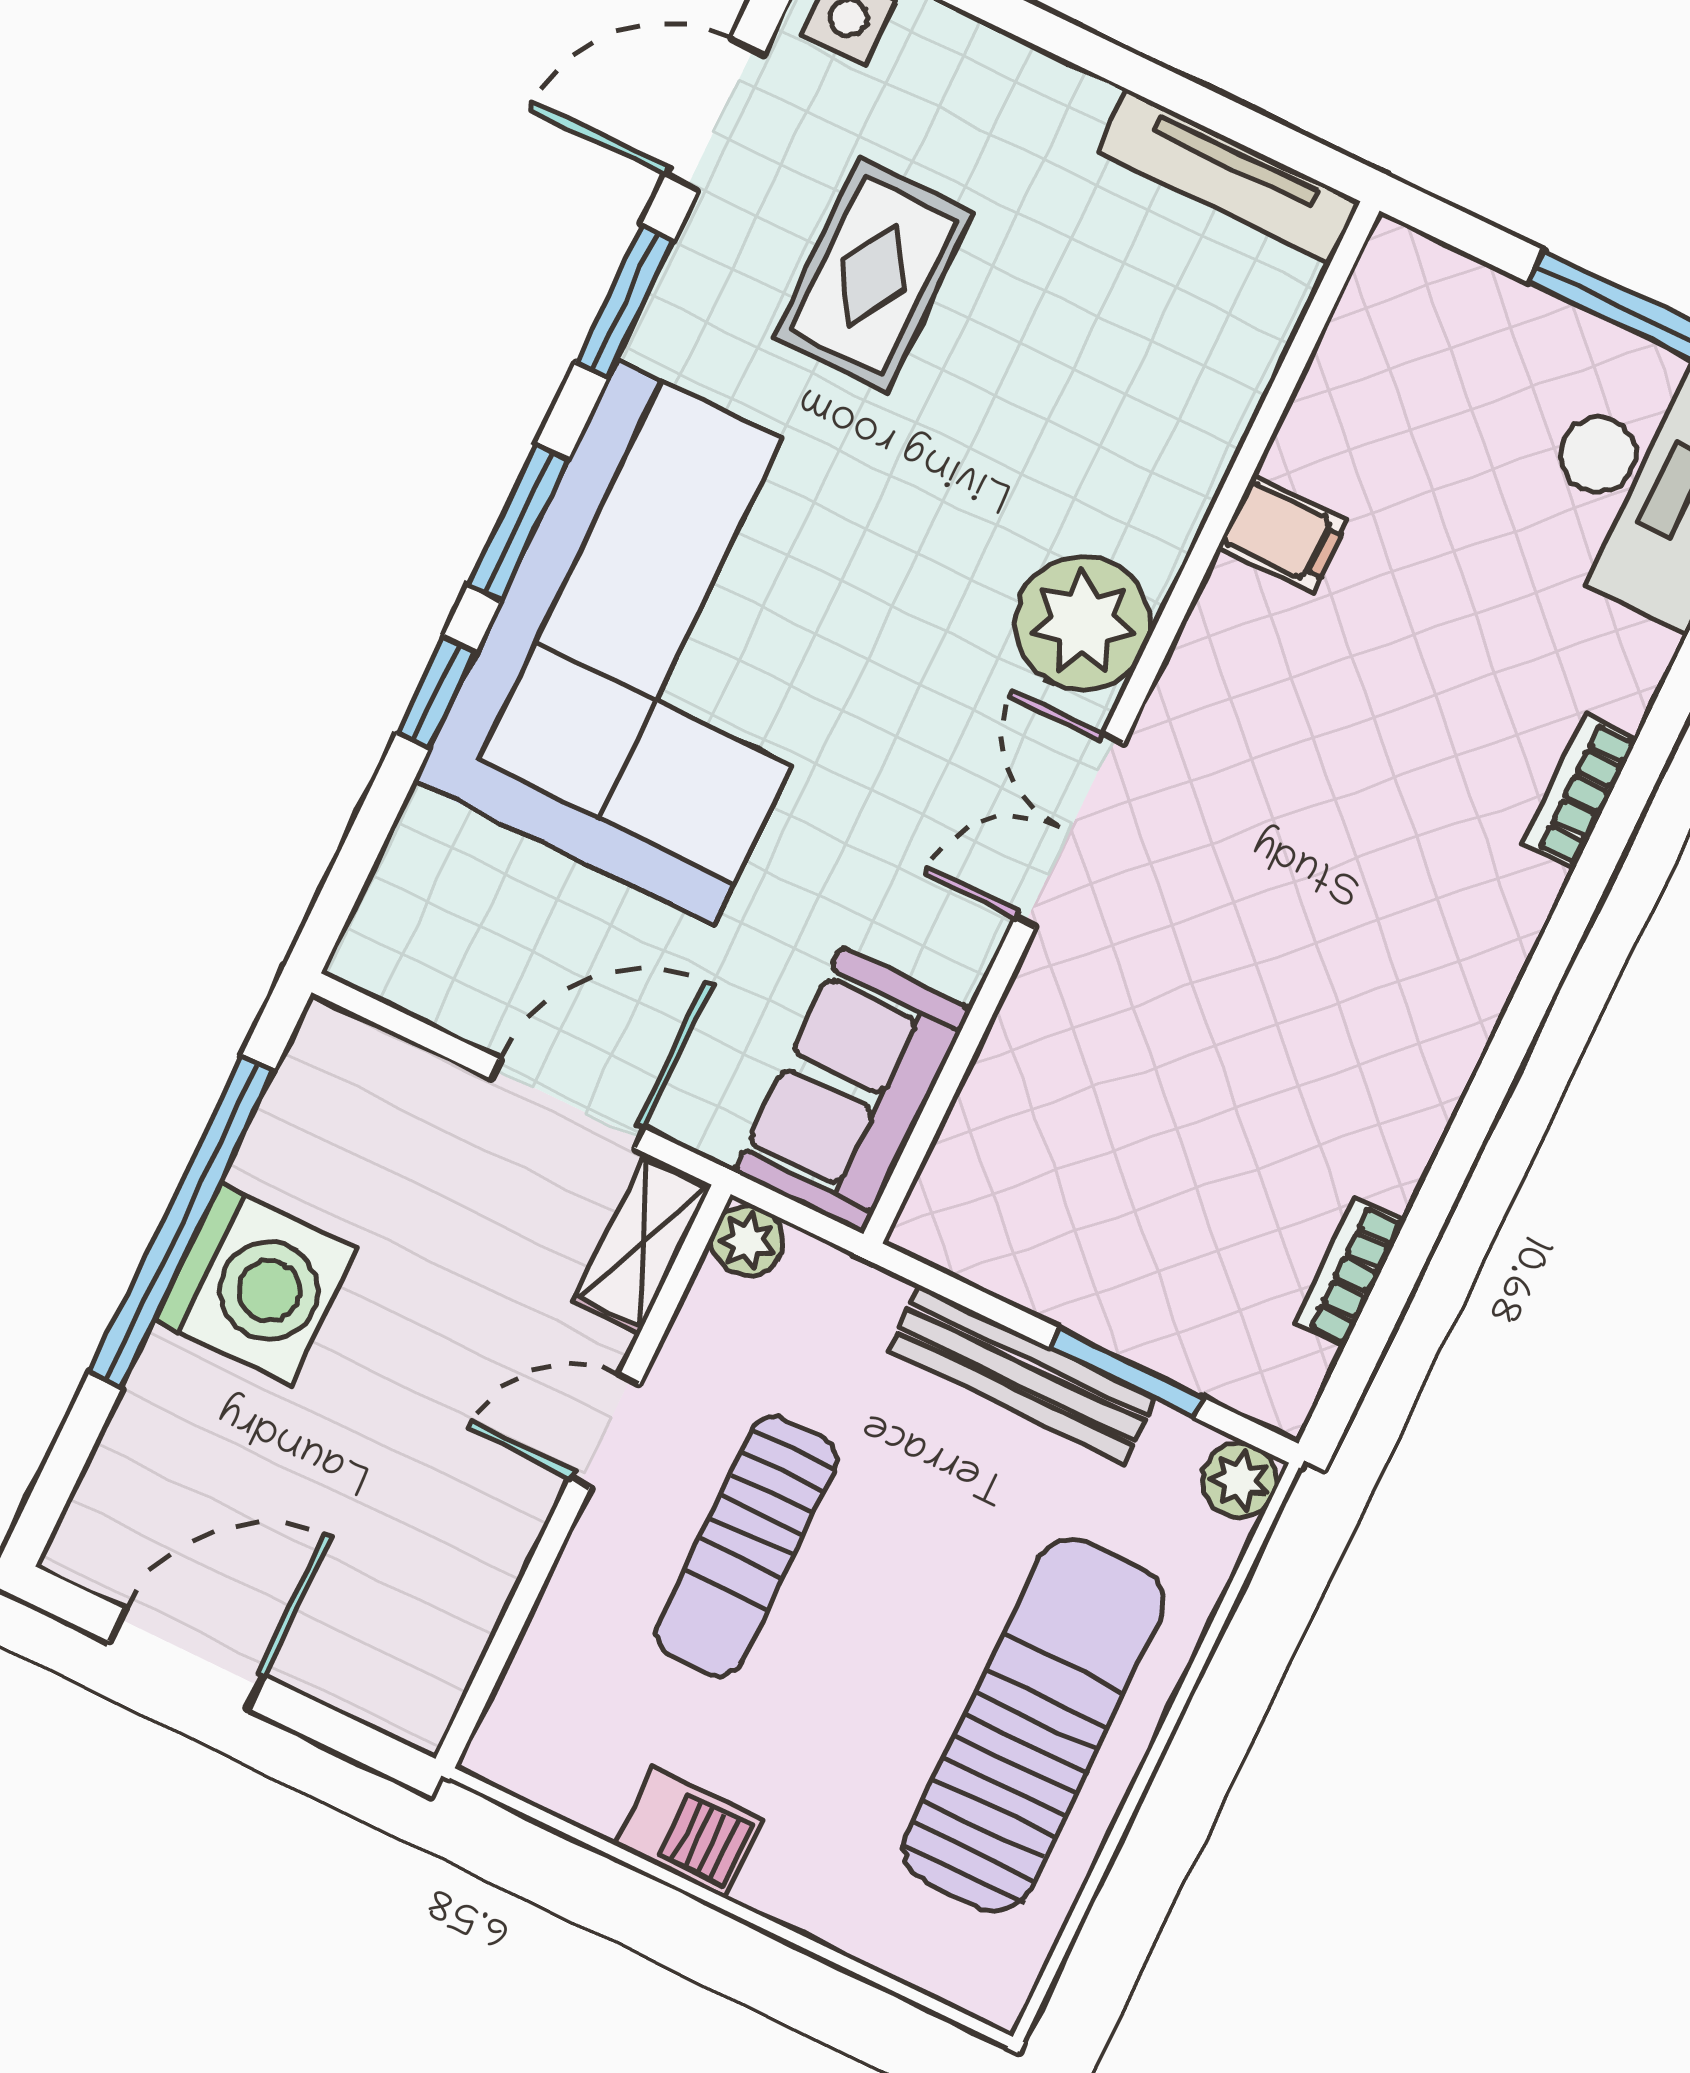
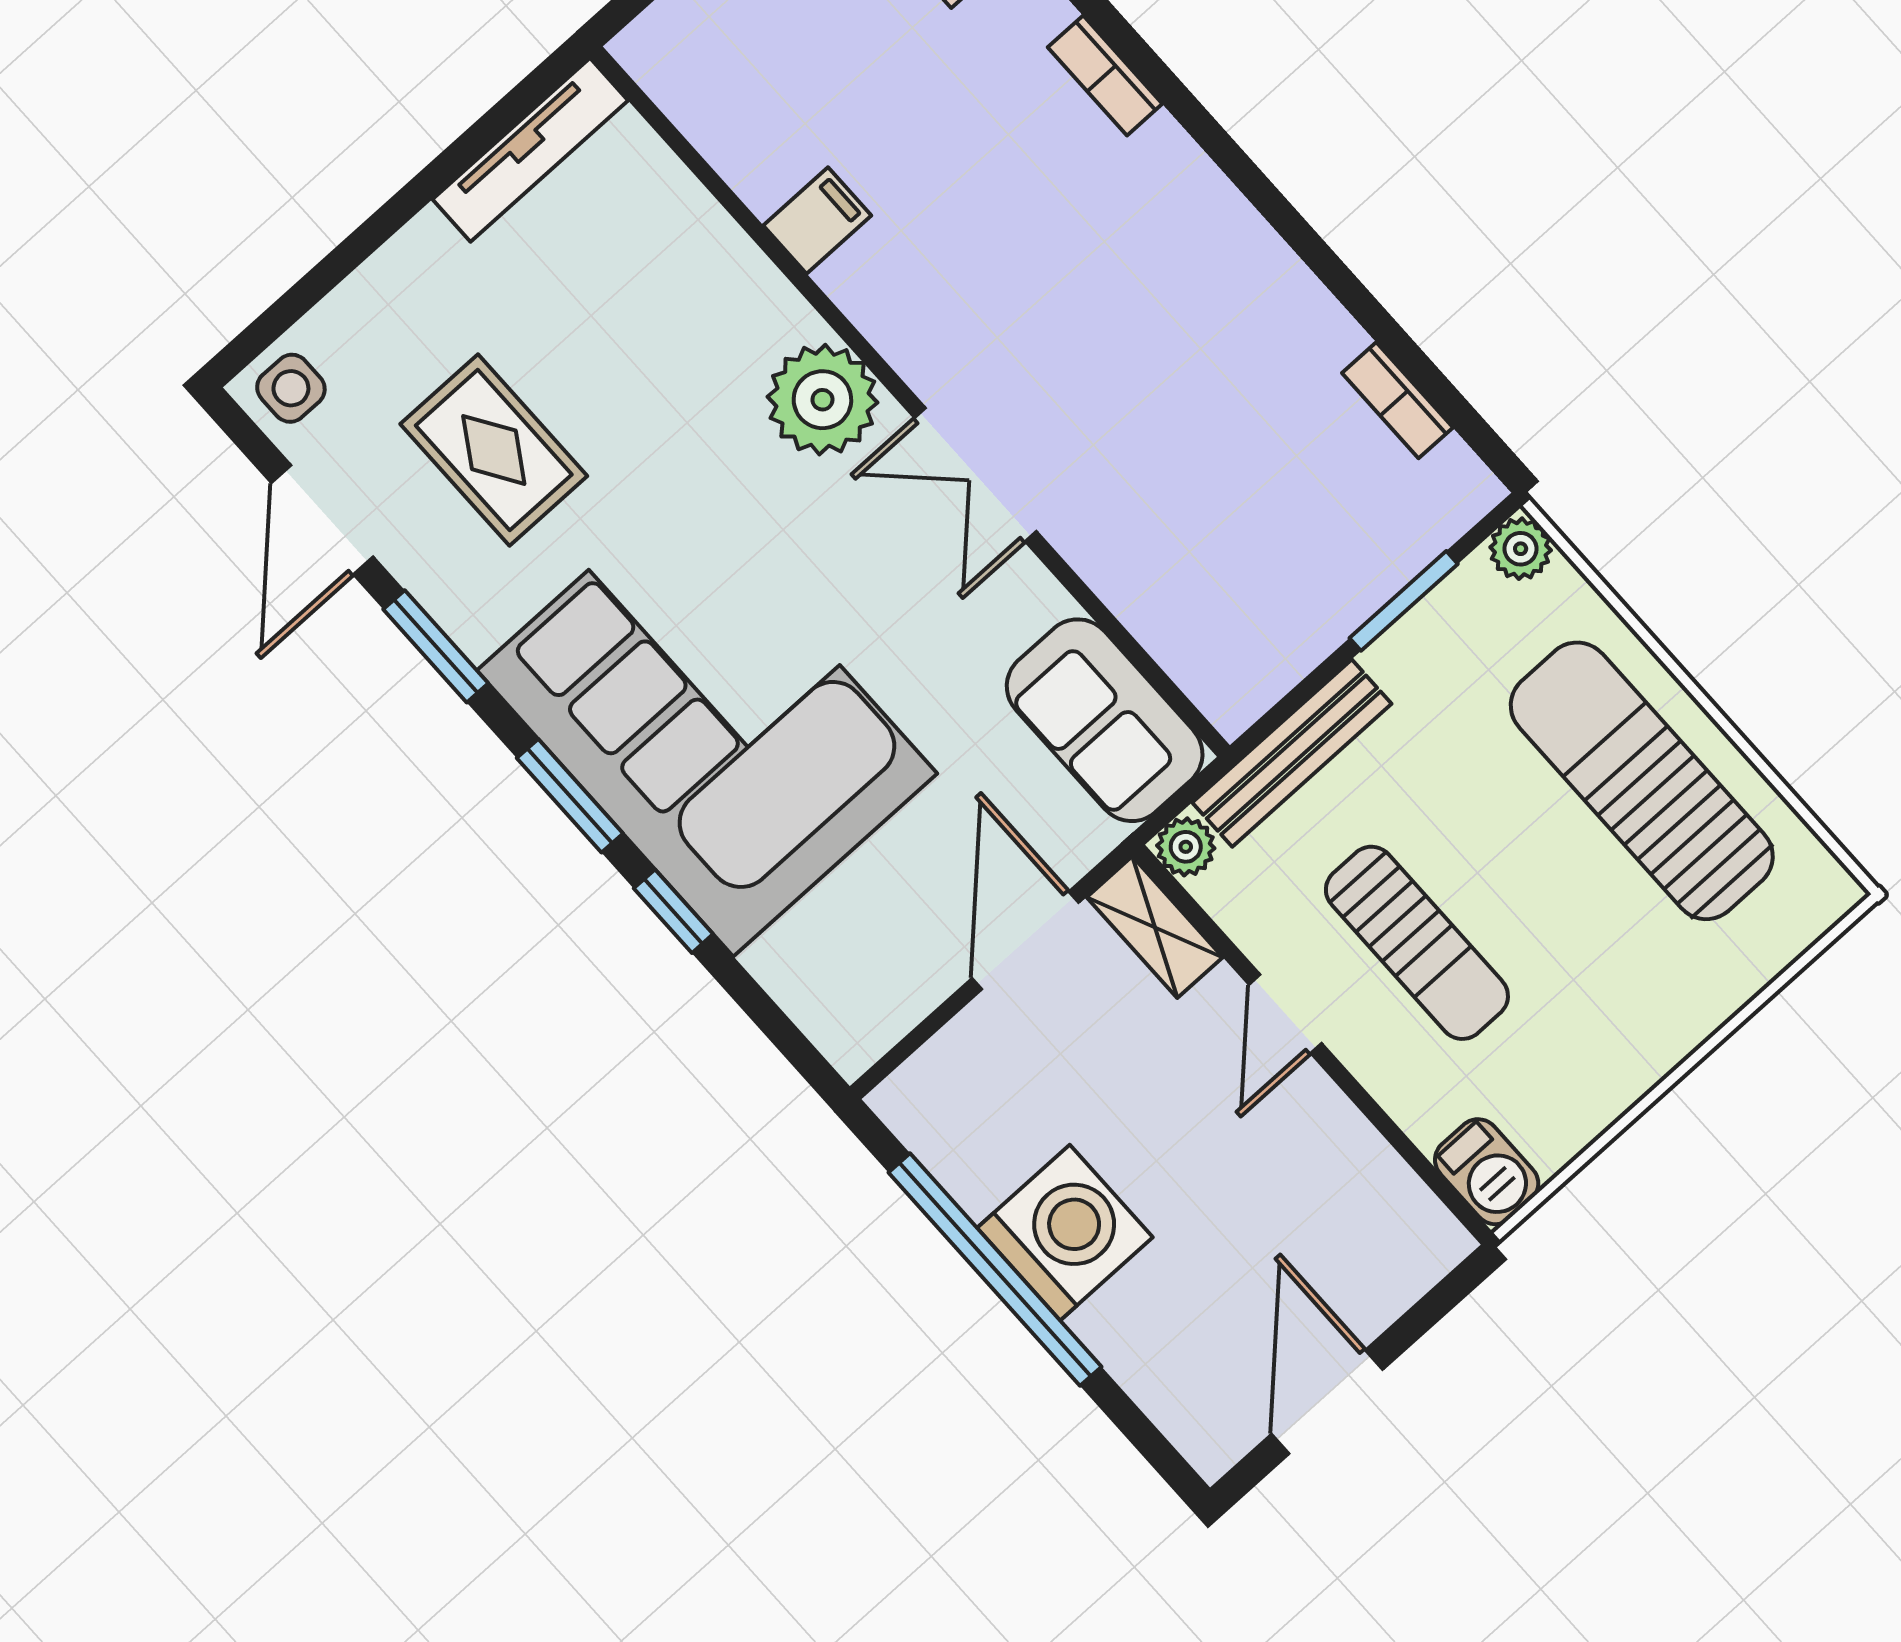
bench: (1022, 1374) -> (1292, 753), moved
barbecue: (688, 1832) -> (1487, 1172), moved, turned 90

